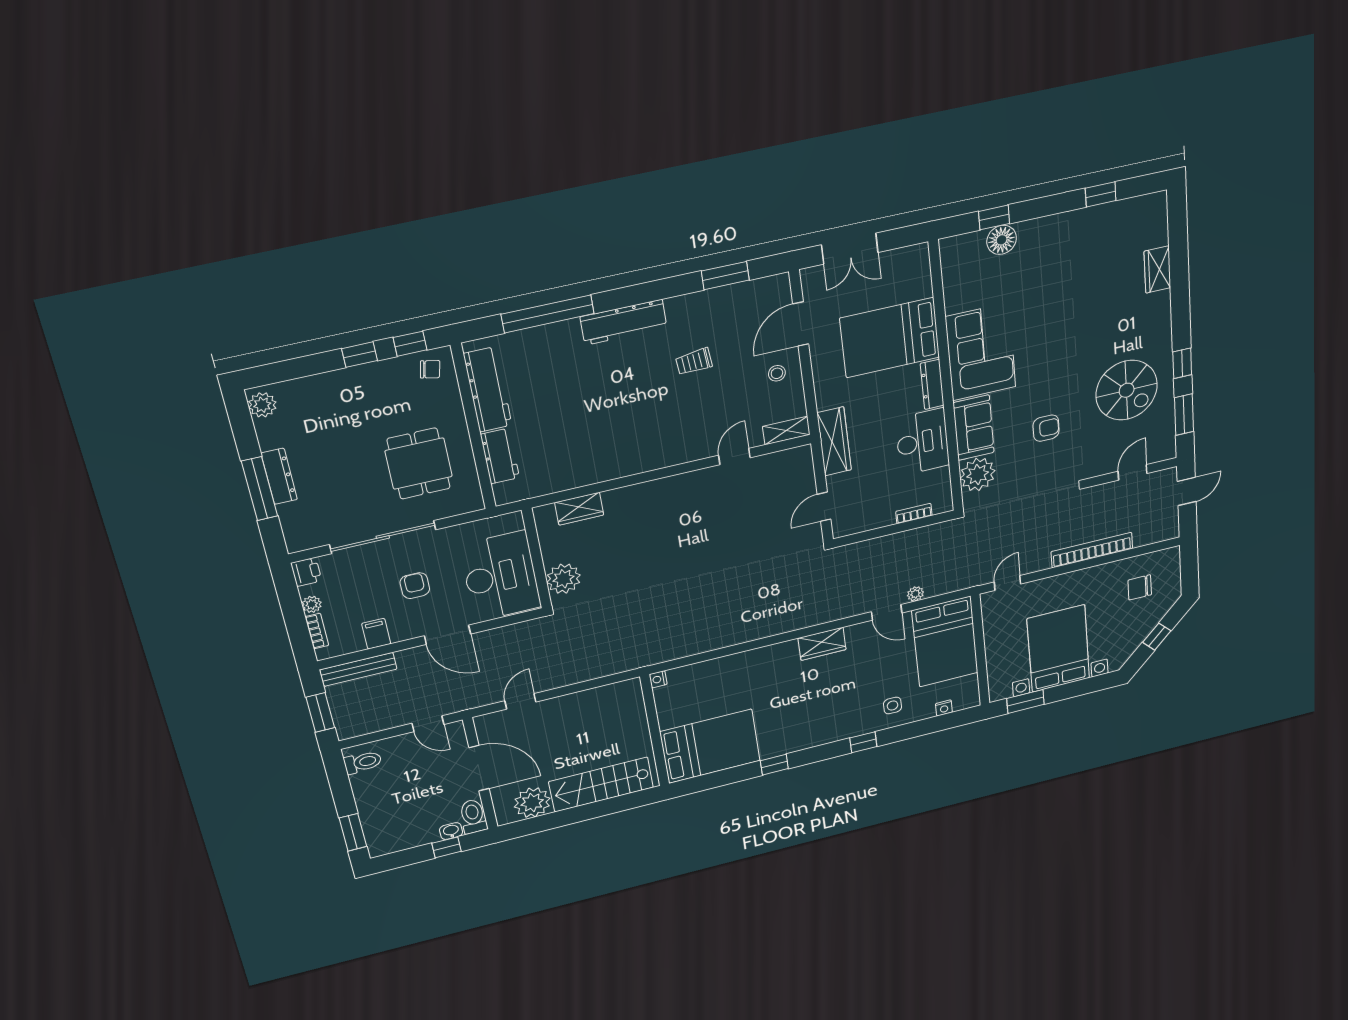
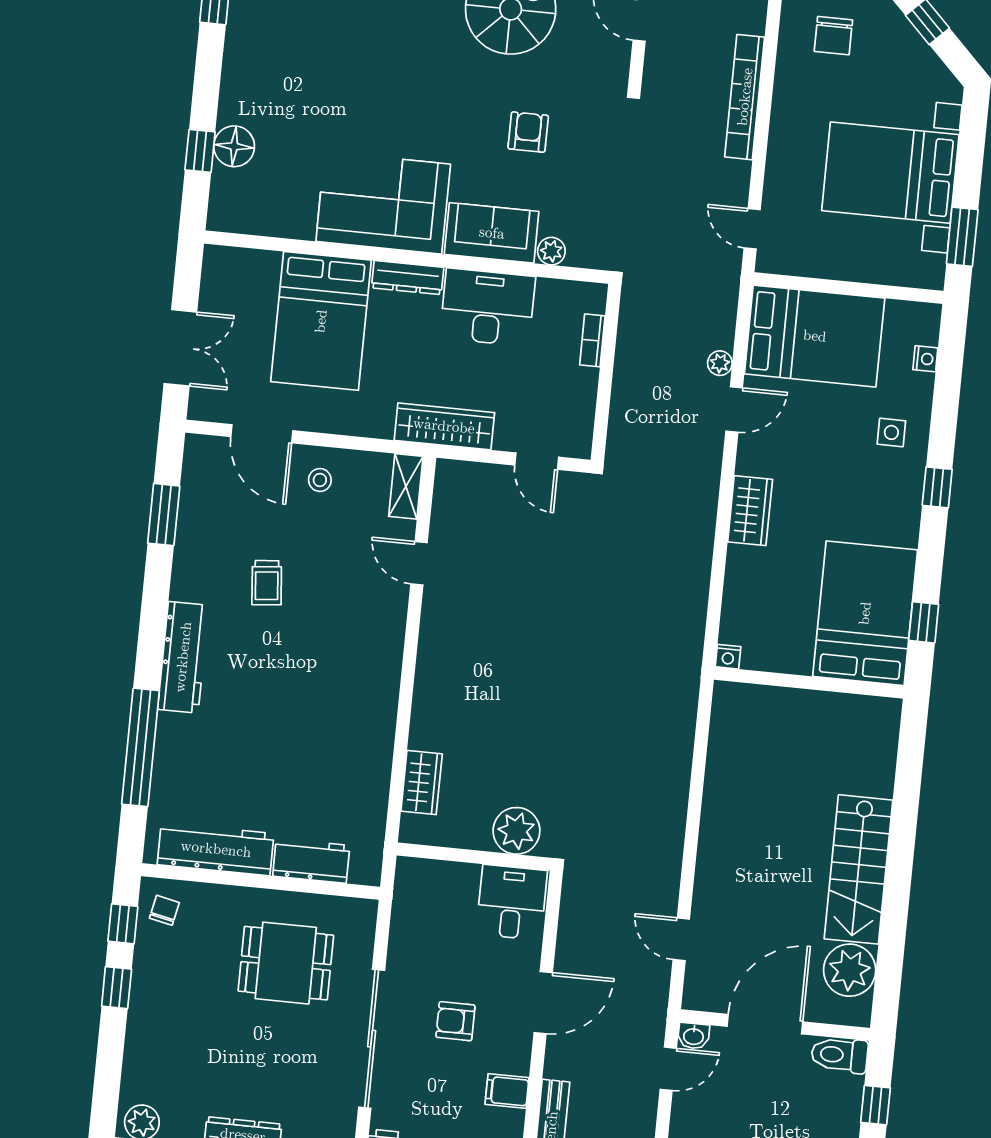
plant: (978, 474) -> (551, 251), width x0.53, depth x0.53
desk: (500, 576) -> (512, 902), width x0.53, depth x0.77
nightstand: (658, 679) -> (728, 657), moved
wall: (655, 731) -> (809, 683), moved
bed: (710, 746) -> (865, 613), moved
washbasin: (451, 831) -> (694, 1036), moved, turned -90

